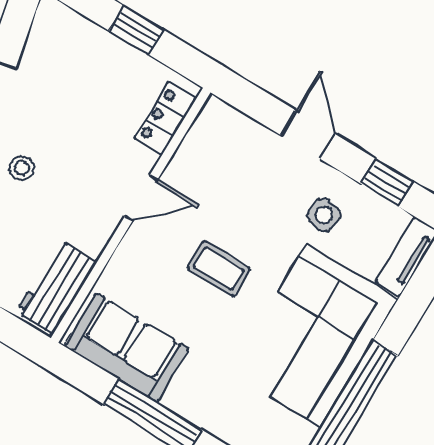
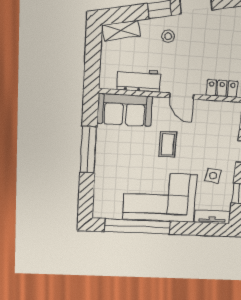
workbench: (56, 287) -> (139, 80), moved
sofa: (126, 347) -> (125, 110), moved, turned 90

